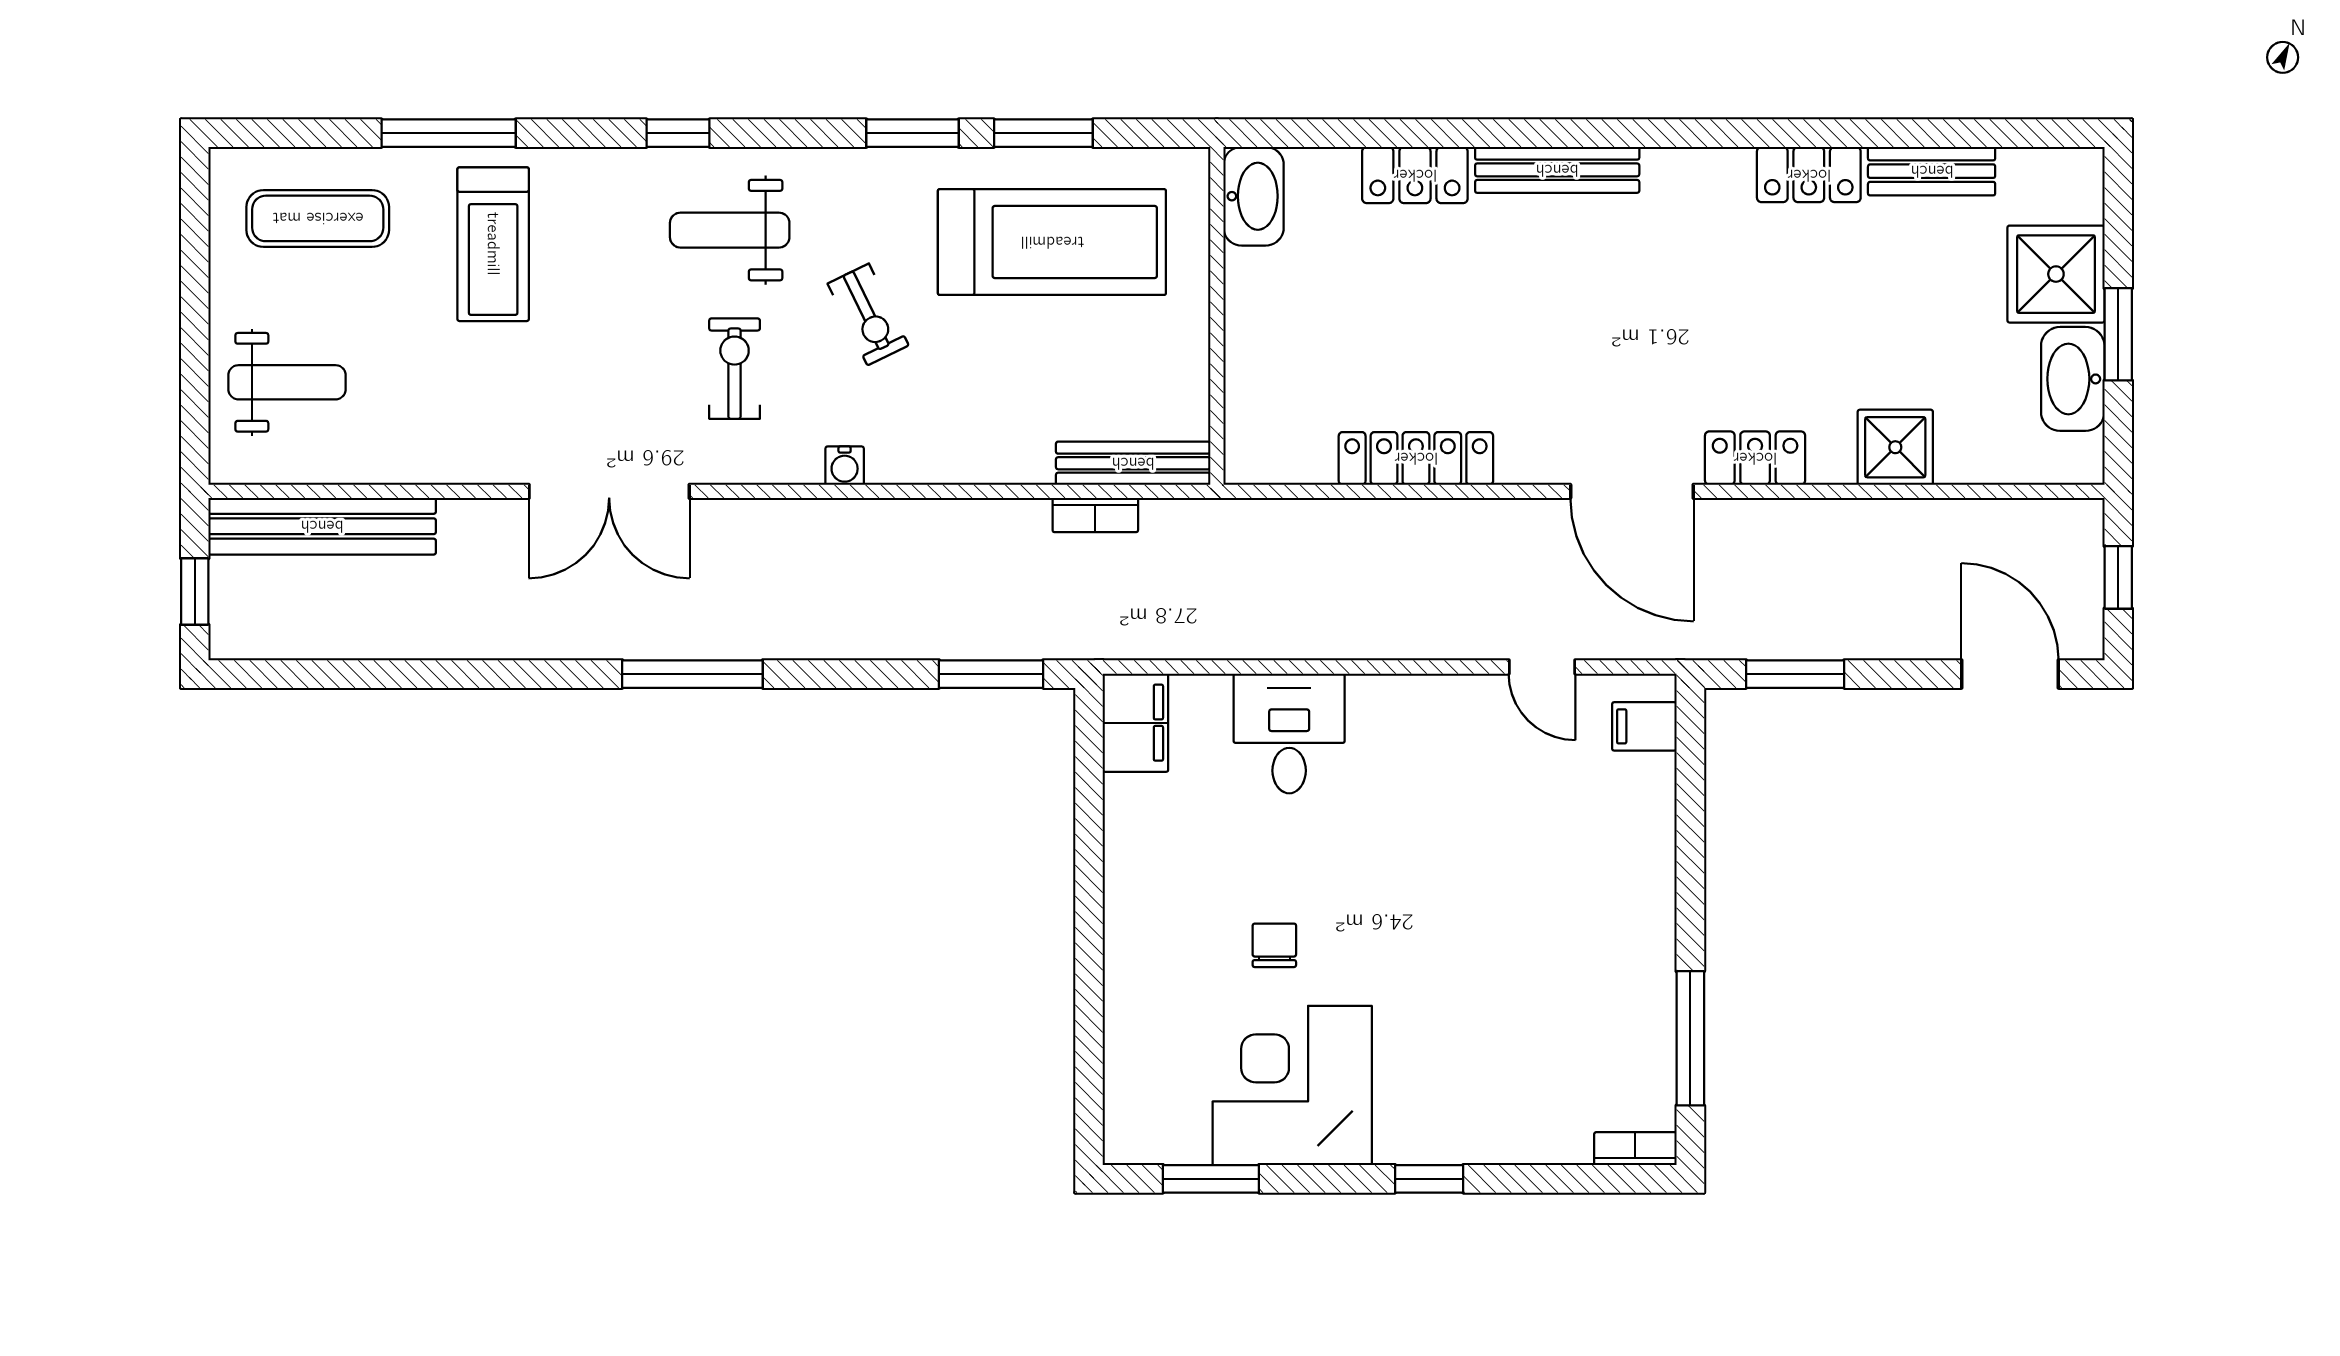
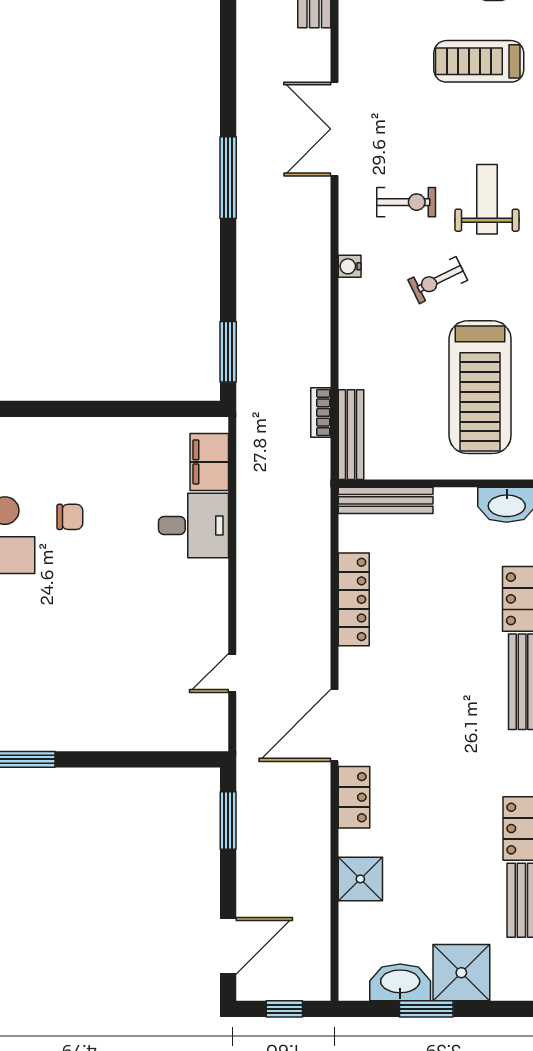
bench: (1246, 404) -> (386, 500), added
filing cabinet: (1135, 723) -> (209, 462), moved, turned 90
filing cabinet: (1644, 726) -> (198, 733), removed

